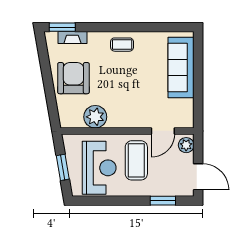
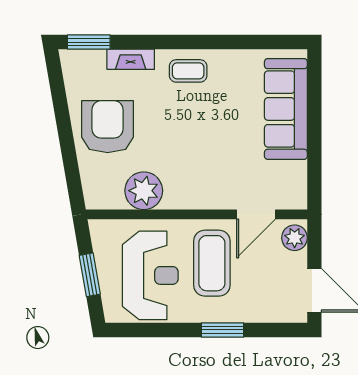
fireplace: (72, 38) -> (131, 59), moved
window: (163, 201) -> (223, 330), moved

